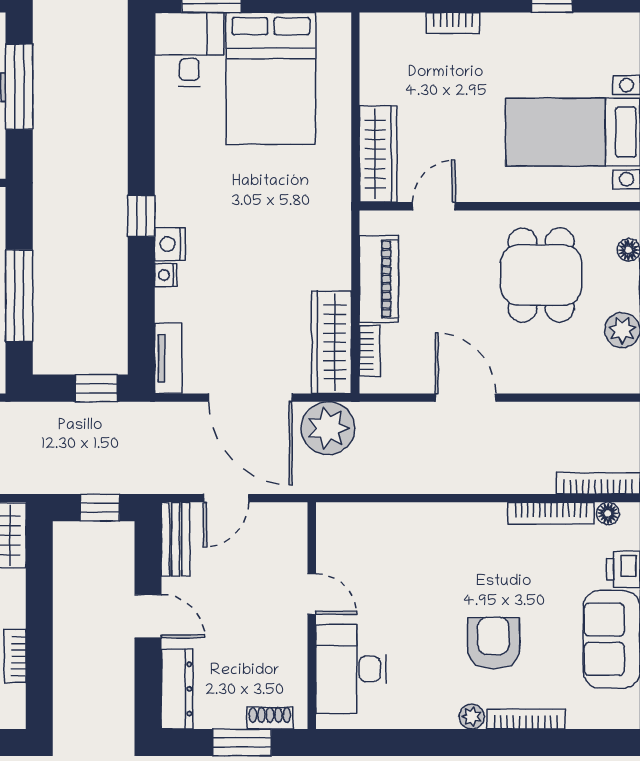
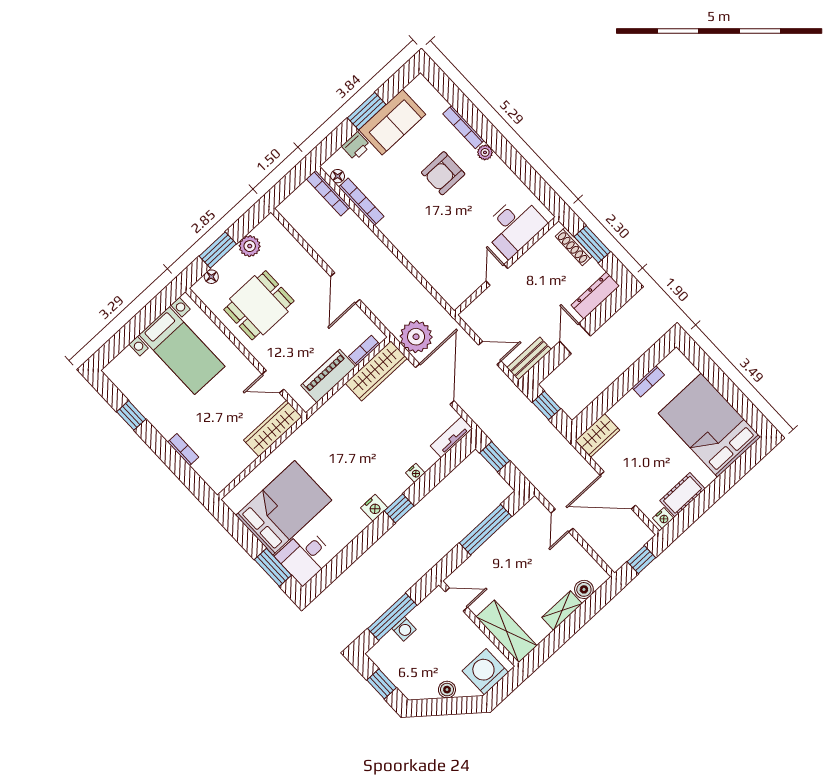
nightstand: (170, 244) -> (374, 508), moved
shoe rack: (270, 718) -> (574, 246), width x1.43

